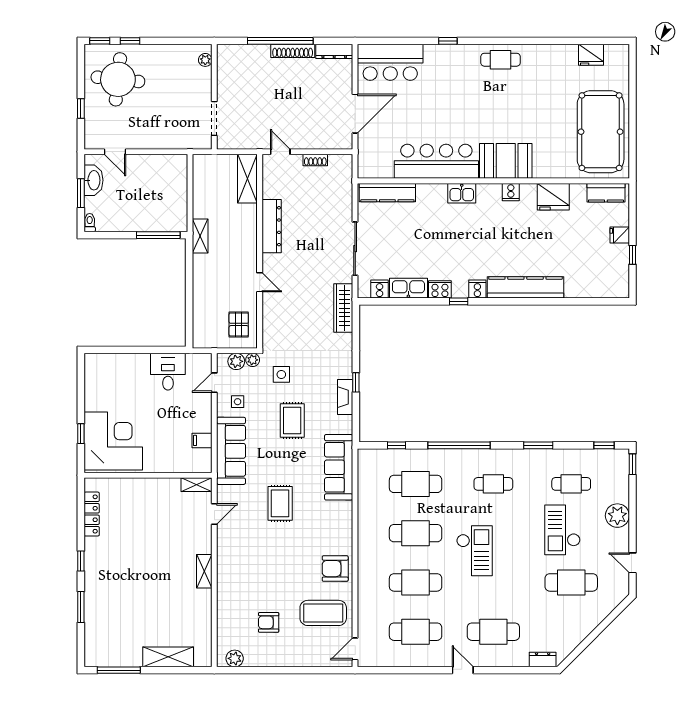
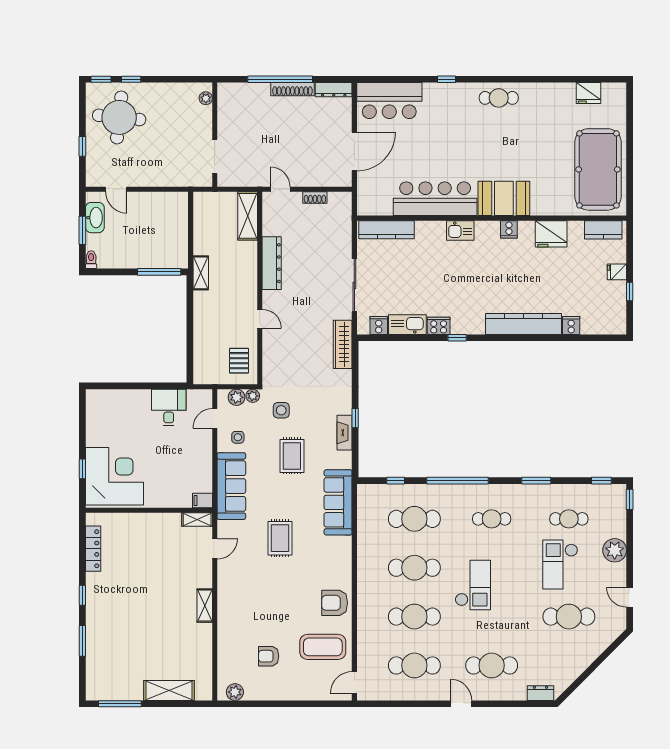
cooker: (477, 289) -> (571, 326), moved
filing cabinet: (202, 440) -> (202, 501), moved

